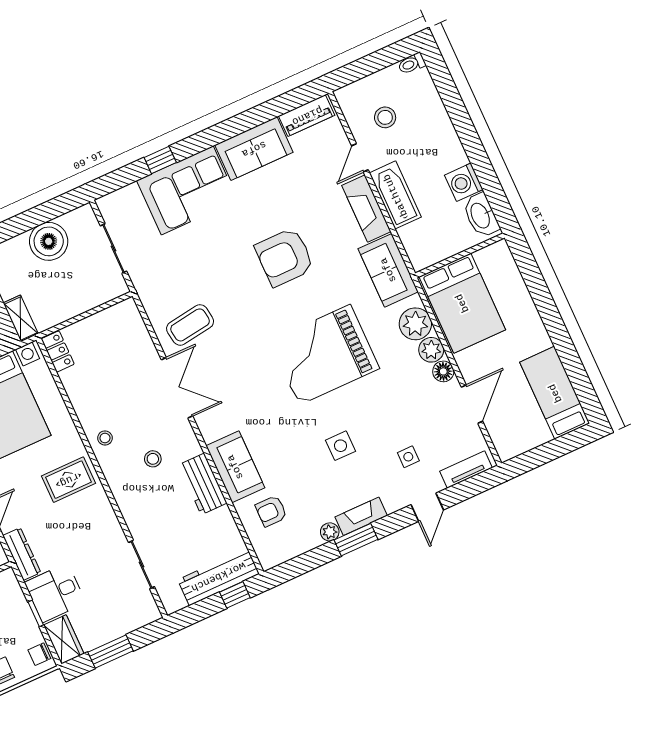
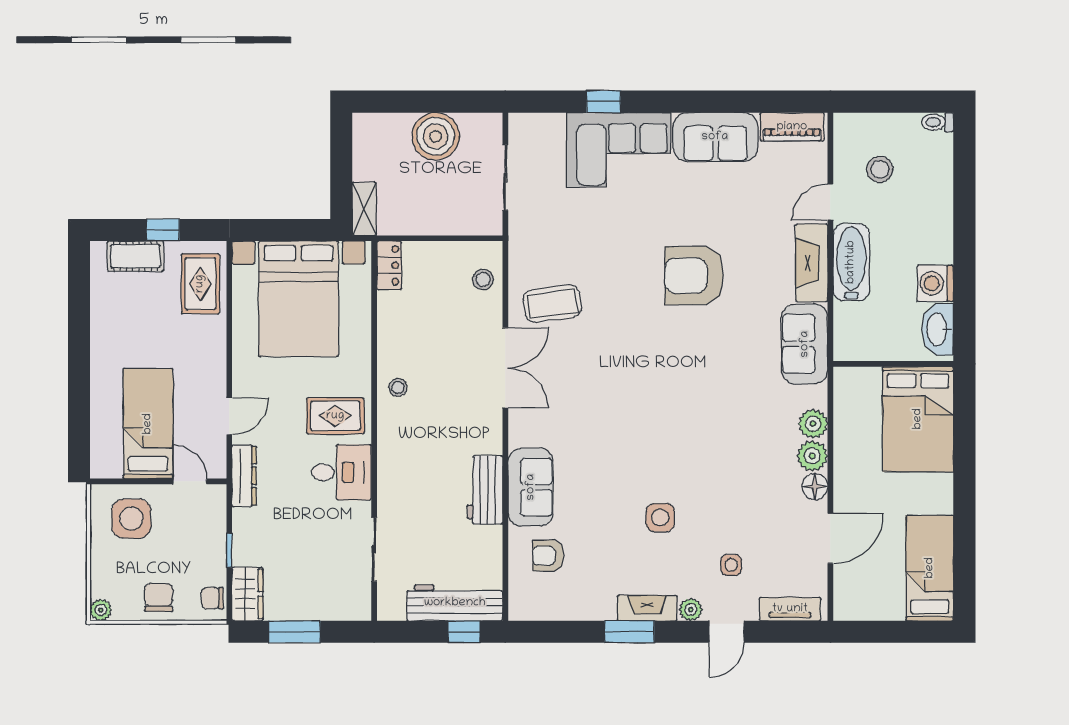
bed: (462, 303) -> (918, 419), moved
plant: (415, 324) -> (813, 424), width x0.73, depth x0.73
grand piano: (325, 355) -> (689, 407), removed
stool: (153, 459) -> (483, 279), moved
plant: (330, 532) -> (691, 609), moved
desk: (55, 593) -> (341, 472), moved, turned 180

